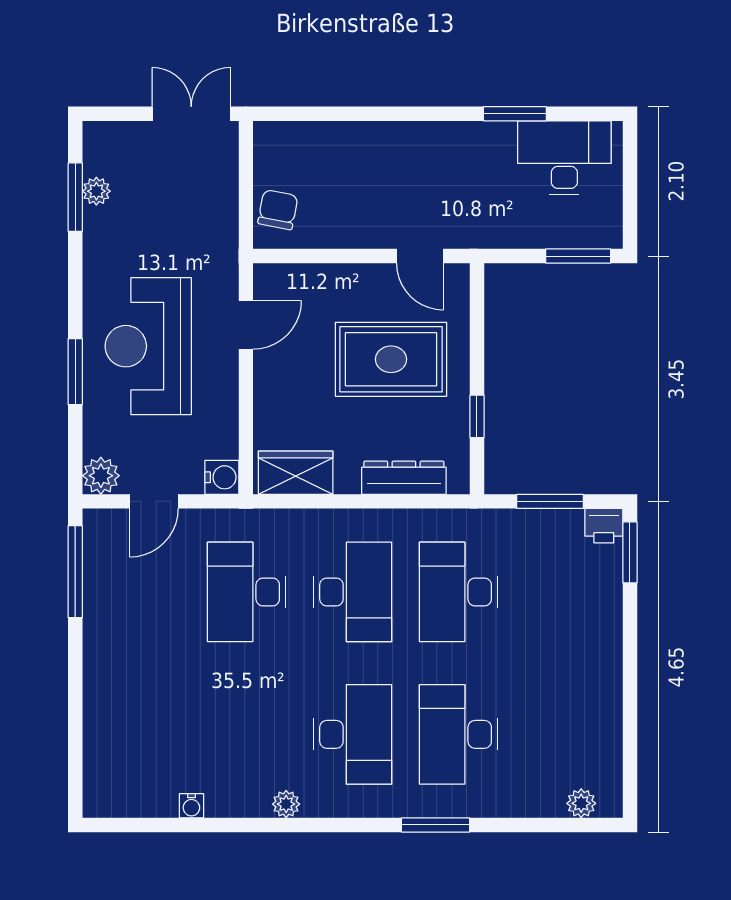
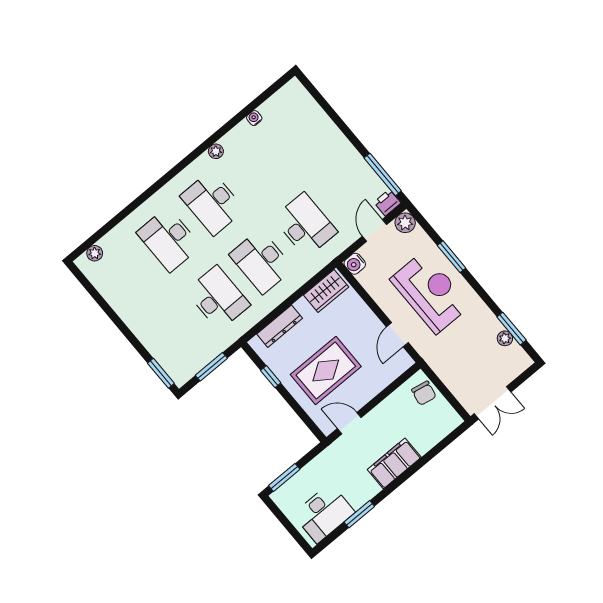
filing cabinet: (404, 145) -> (394, 463), added
printer: (604, 526) -> (387, 203), moved
desk: (459, 734) -> (169, 239), turned 180
window: (436, 825) -> (147, 194), removed

